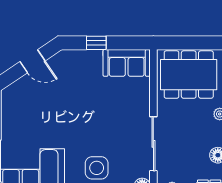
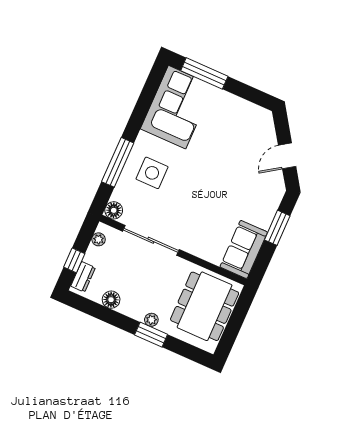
window: (96, 43) -> (277, 228), width x1.50

